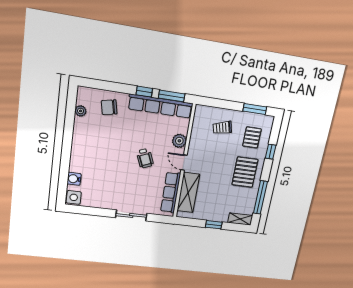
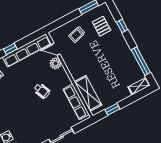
window: (172, 96) -> (29, 39), removed
door: (184, 163) -> (56, 49), moved
pallet: (245, 172) -> (116, 52), removed
window: (214, 225) -> (112, 109), moved

